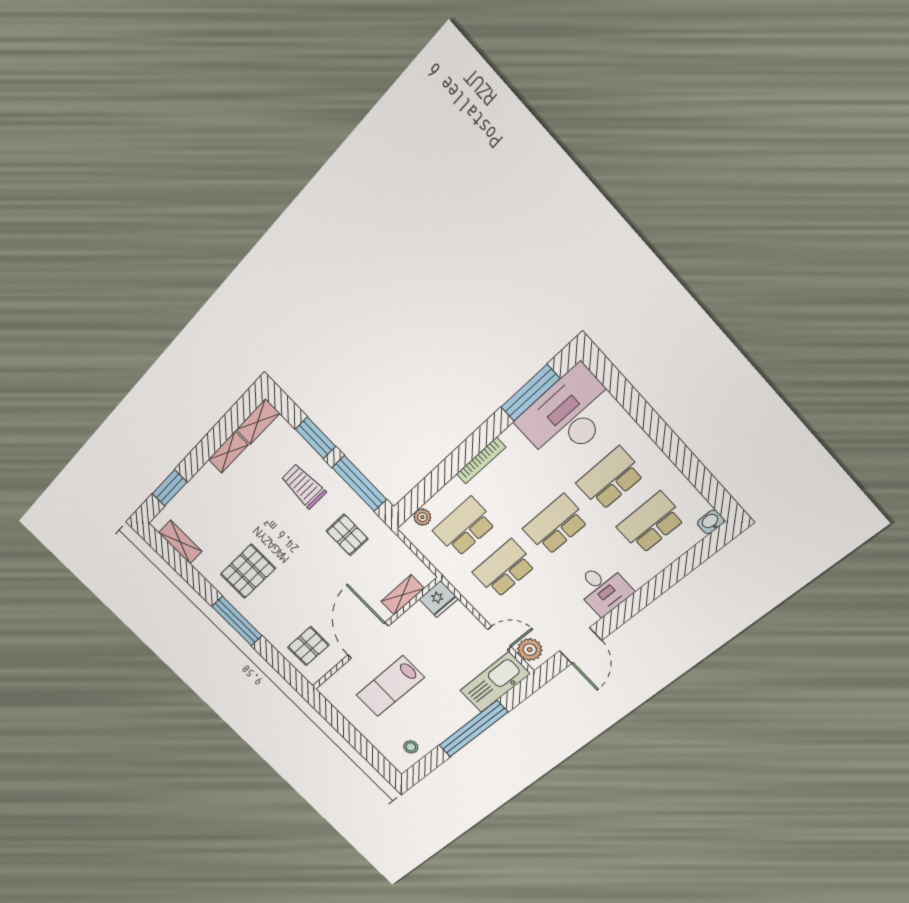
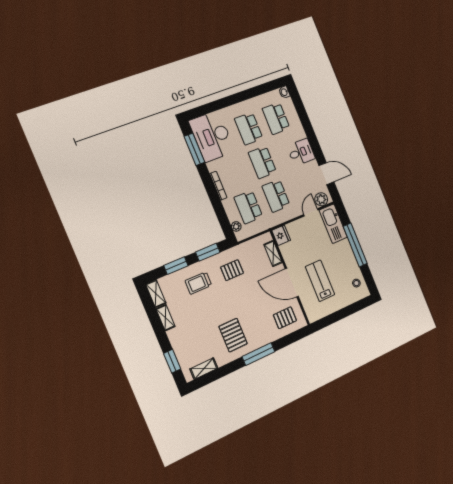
window: (359, 484) -> (208, 252), width x0.69
pallet: (308, 646) -> (285, 318), turned 90
lab bench: (390, 686) -> (320, 281), turned 180

